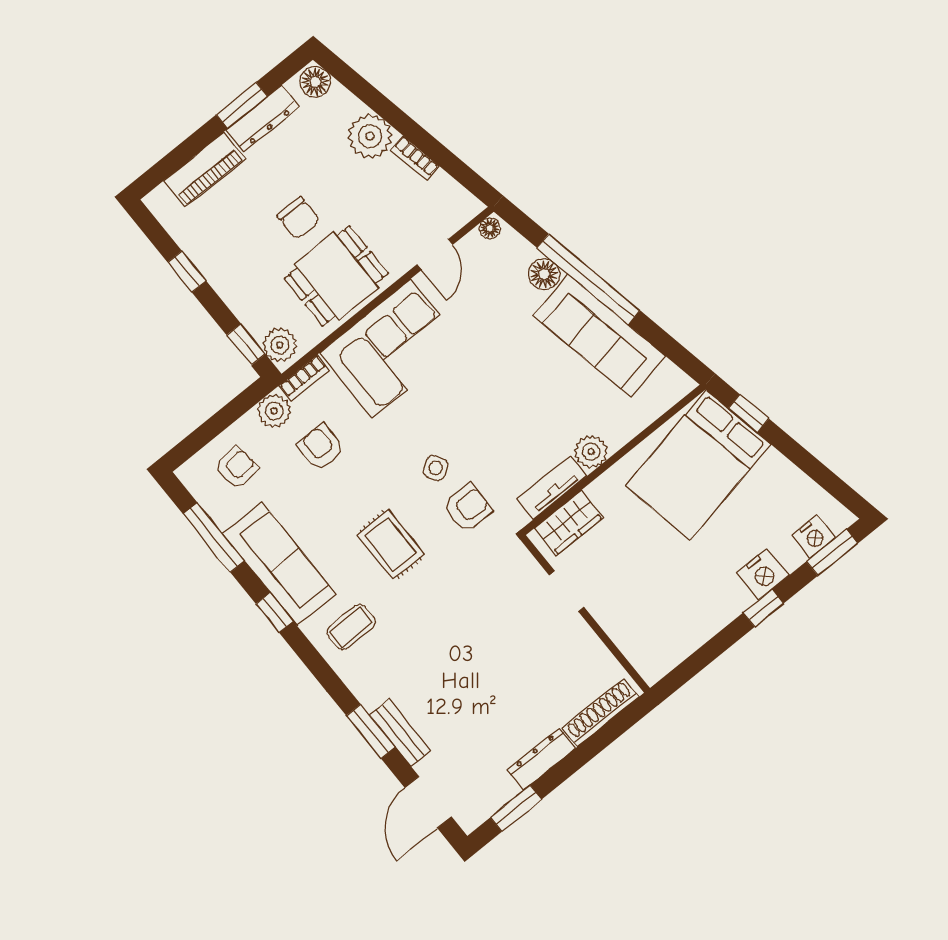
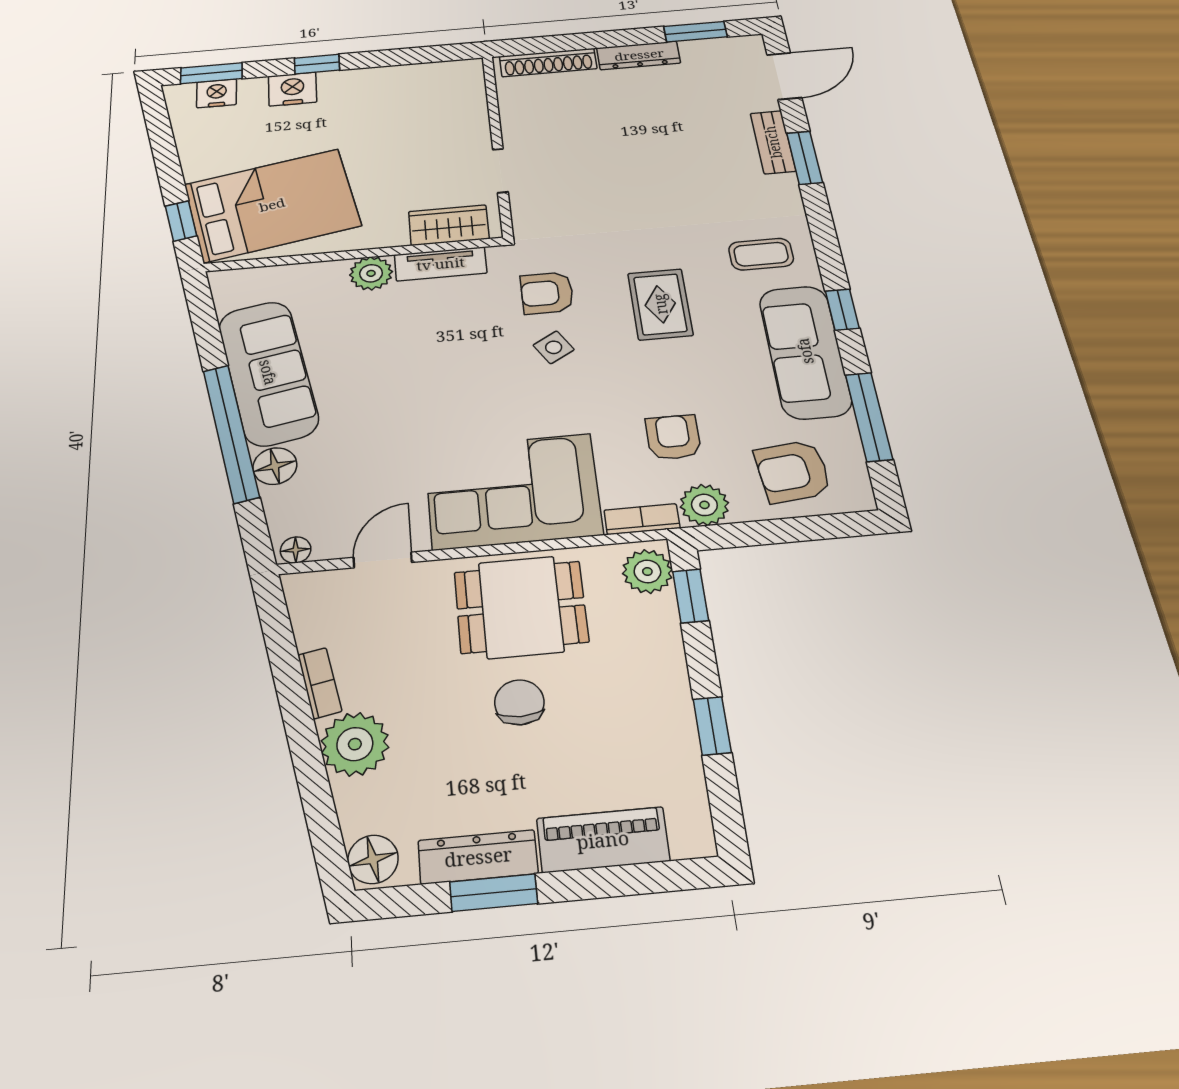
armchair: (321, 447) -> (673, 437), turned 180
armchair: (237, 468) -> (793, 471), width x1.38, depth x1.38

